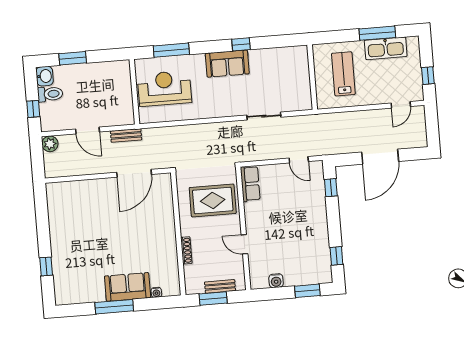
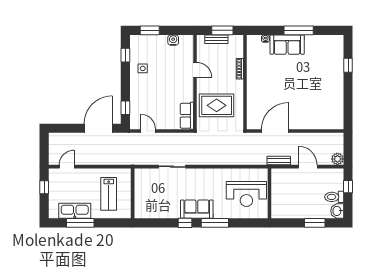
window: (171, 50) -> (215, 223), moved
door: (380, 157) -> (98, 128), moved
side table: (313, 241) -> (143, 68), added

